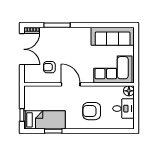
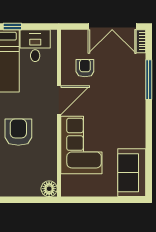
sofa: (113, 36) -> (132, 173), width x0.73
corner sofa: (113, 69) -> (81, 145), moved
desk: (124, 109) -> (35, 46), moved, turned 180

